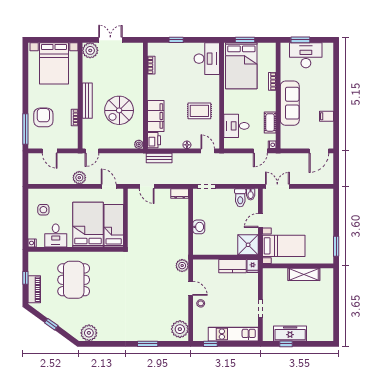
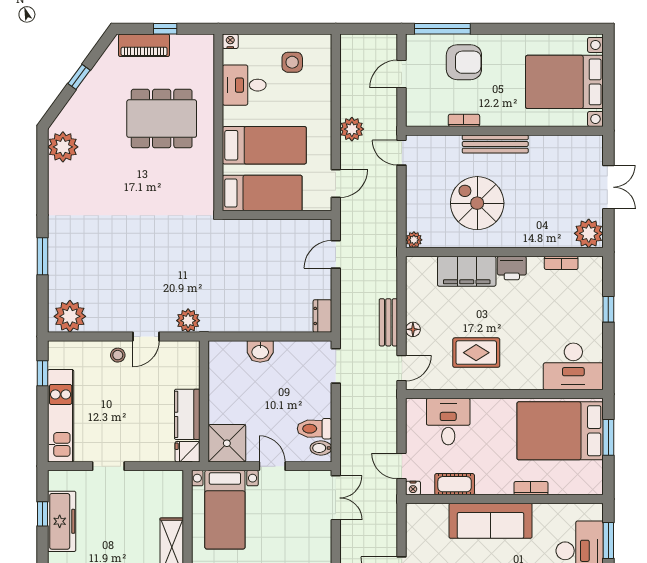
plant: (90, 50) -> (589, 233), moved
rug: (199, 111) -> (476, 353), turned 90
printer: (154, 140) -> (512, 268), moved
bench: (159, 158) -> (388, 322), moved
bed: (88, 225) -> (264, 145), width x0.67

